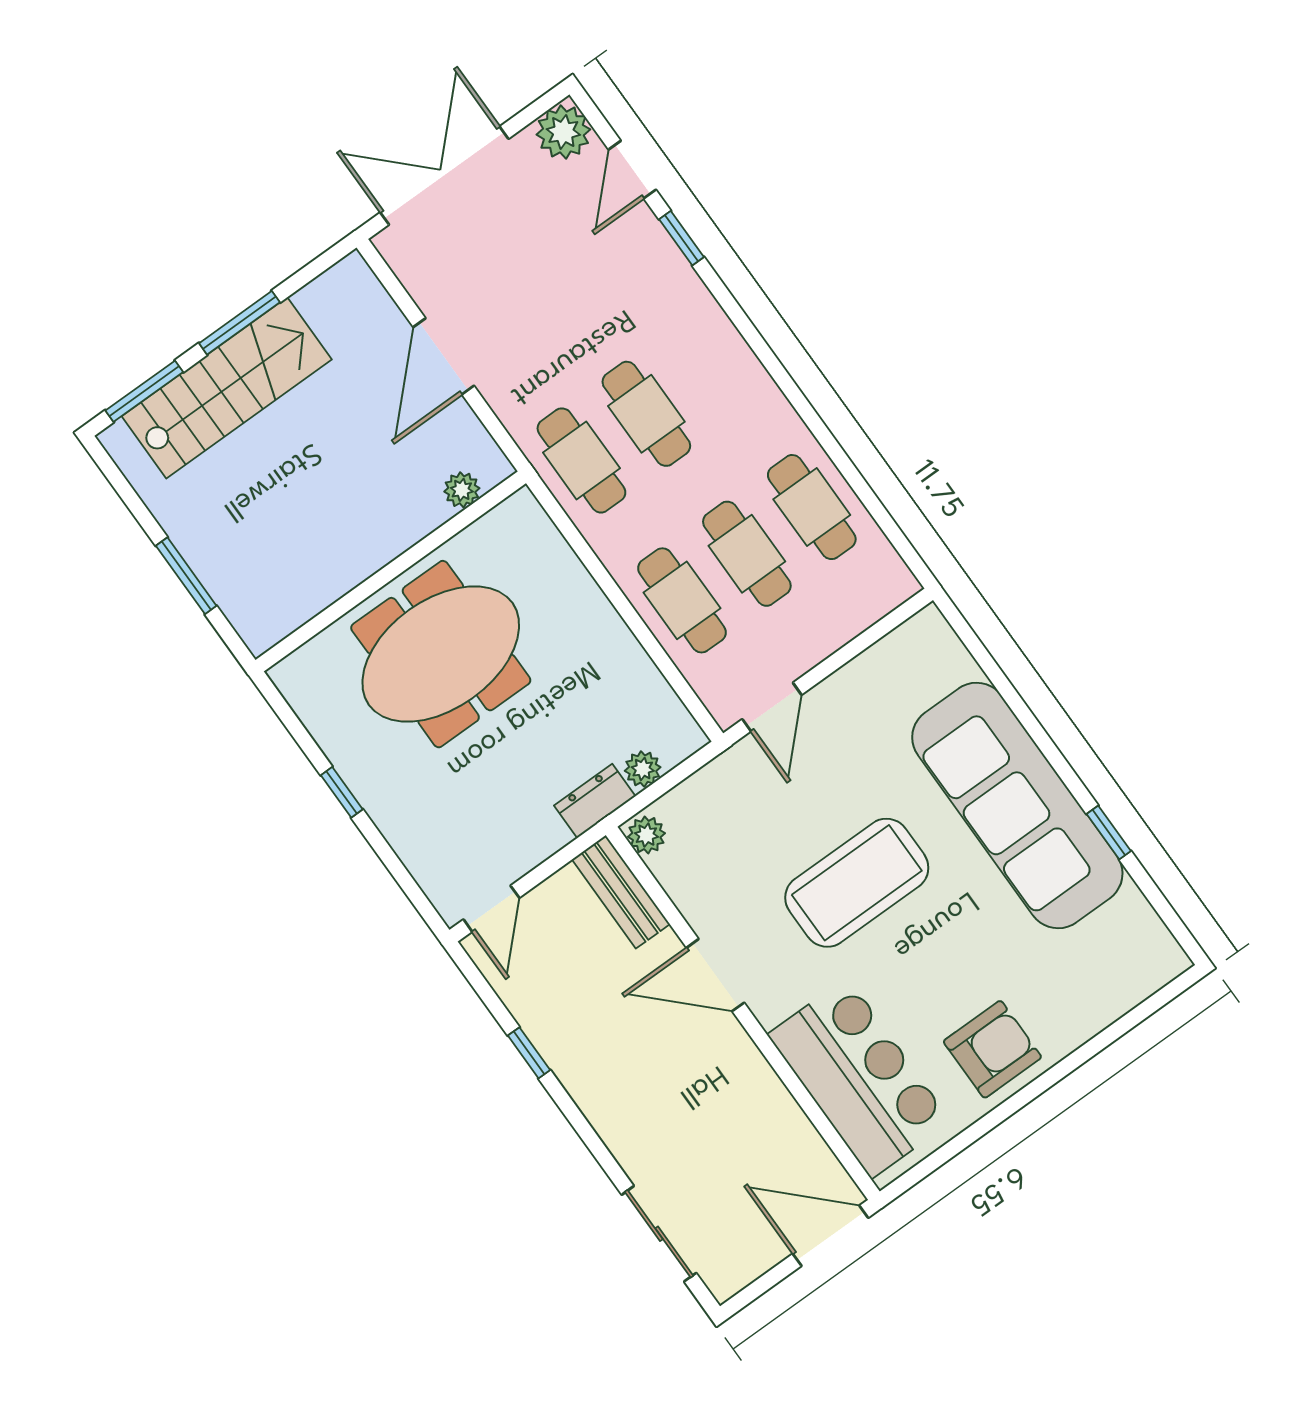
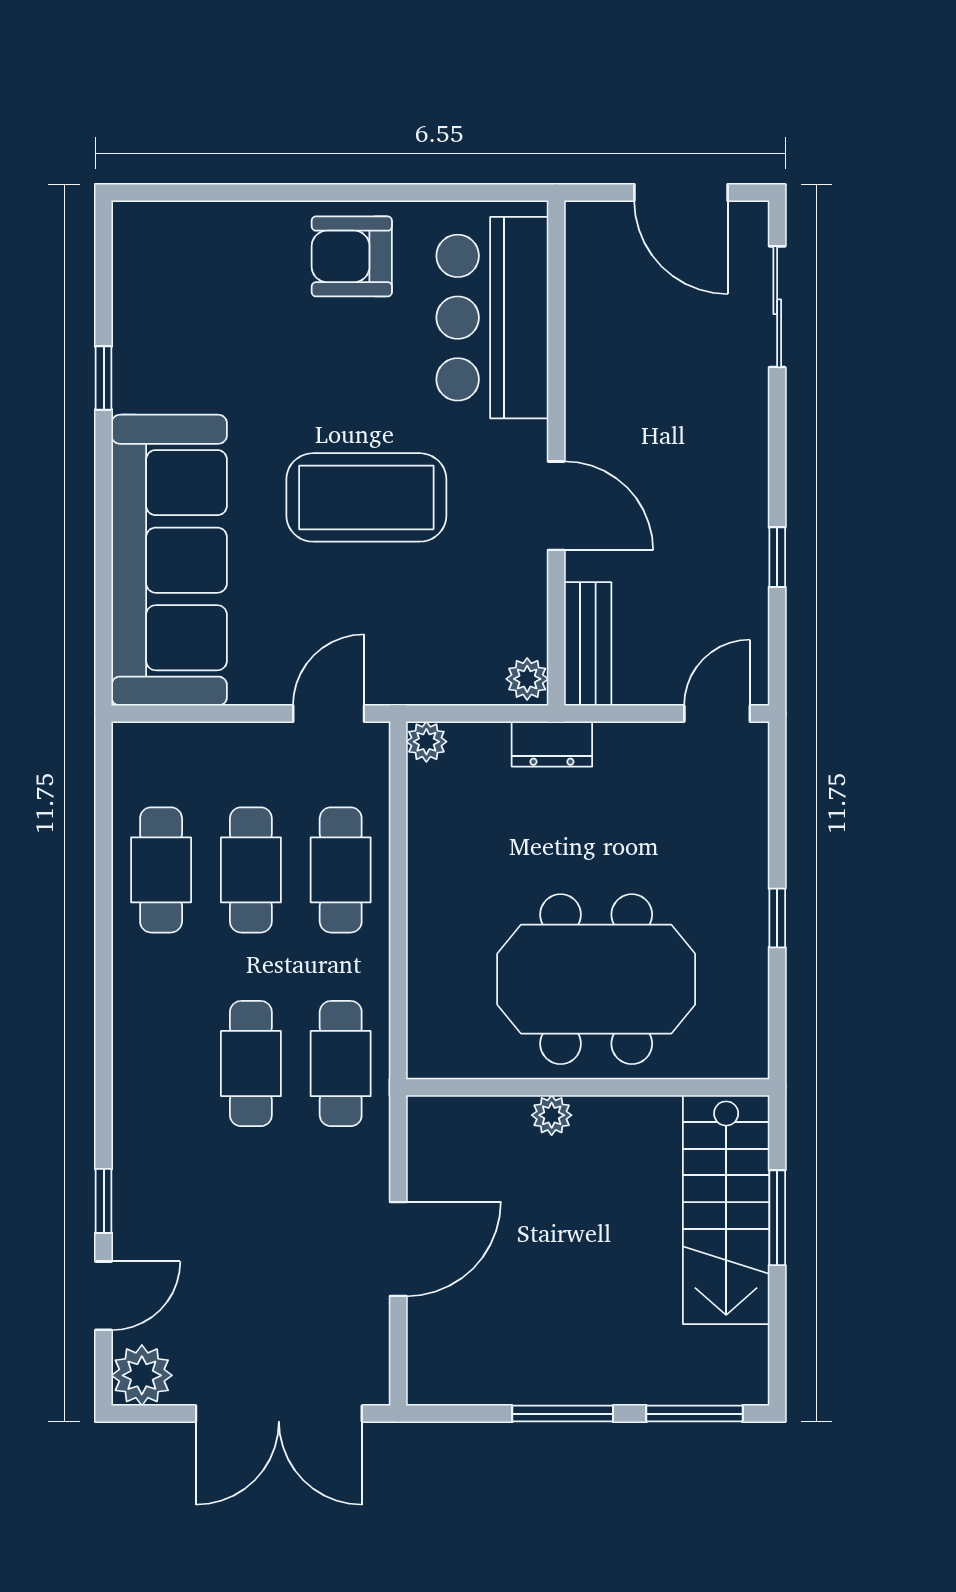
stairs: (227, 388) -> (726, 1210), moved, turned -90
plant: (462, 490) -> (552, 1115), moved
plant: (643, 769) -> (426, 742), moved
sofa: (1017, 806) -> (169, 560), moved
door: (831, 1236) -> (681, 192), moved

